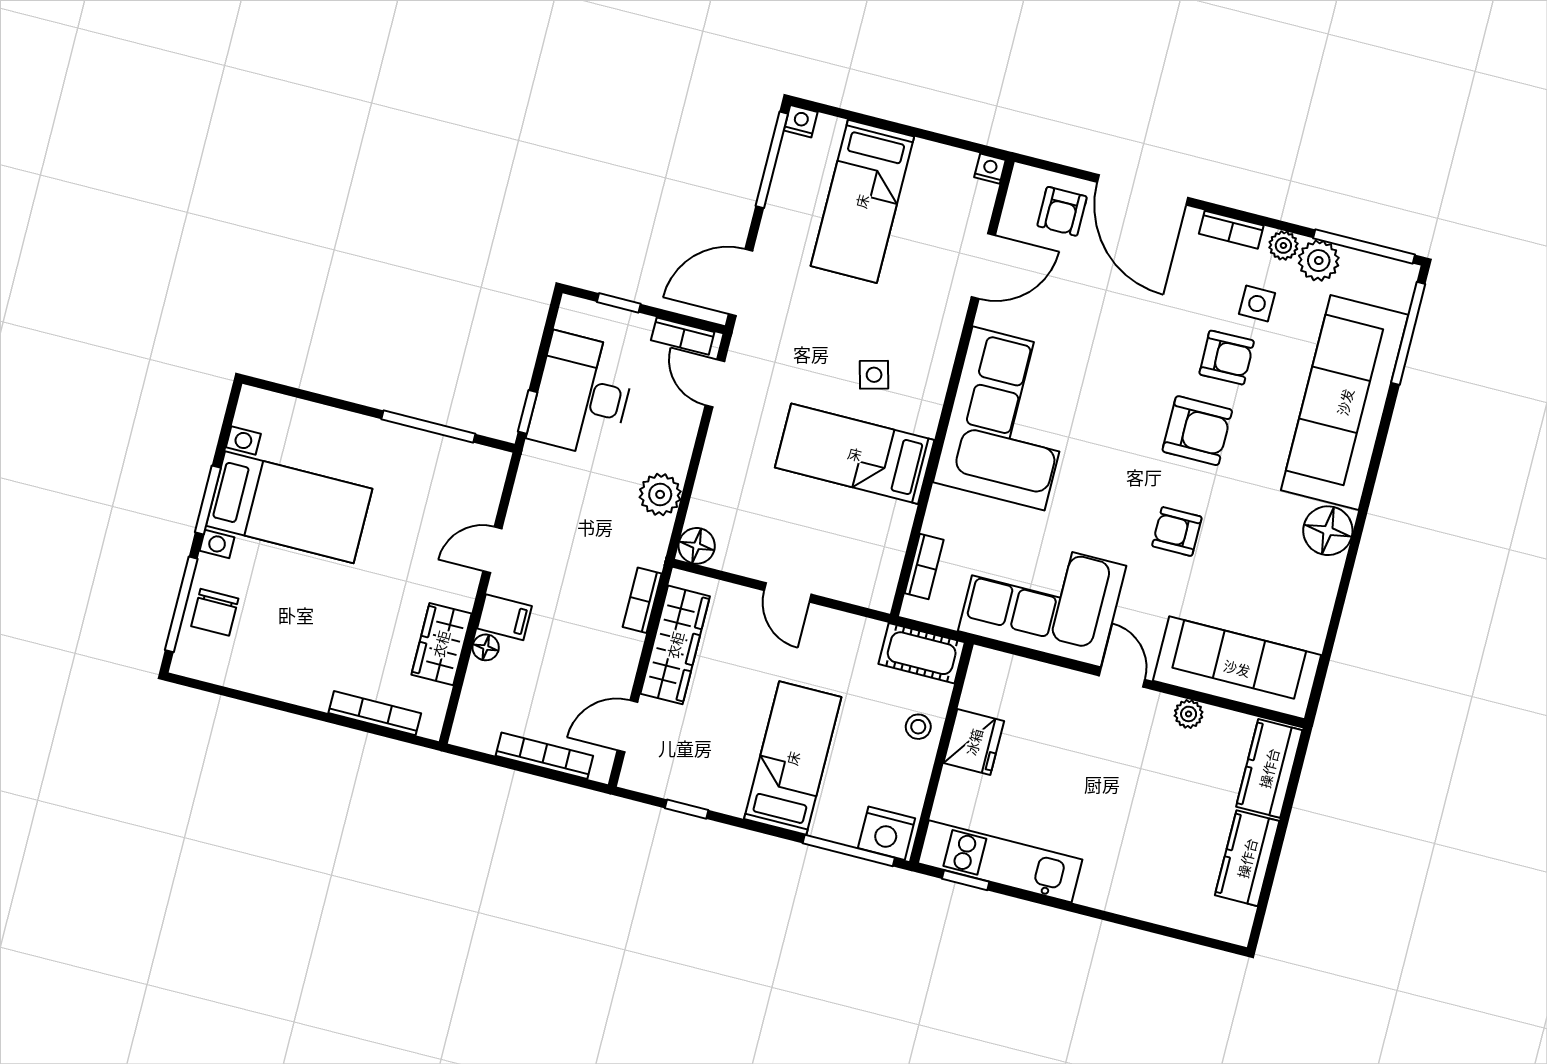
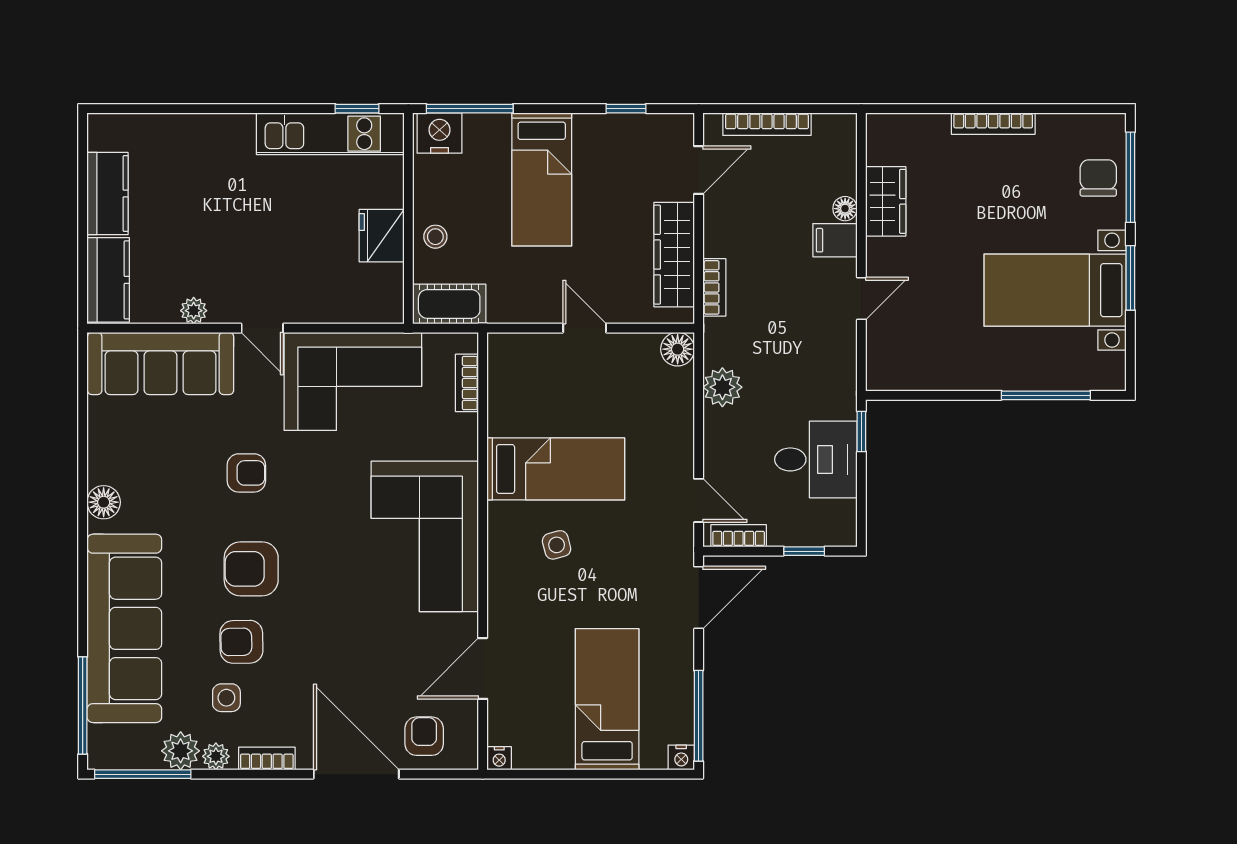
desk: (582, 395) -> (816, 459), width x0.73
window: (428, 426) -> (1046, 395), moved
floor lamp: (1328, 531) -> (104, 502), width x0.73, depth x0.73
bookcase: (375, 713) -> (993, 124), moved

